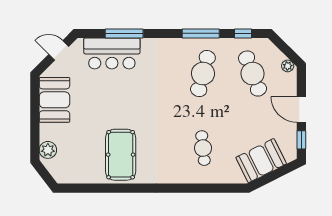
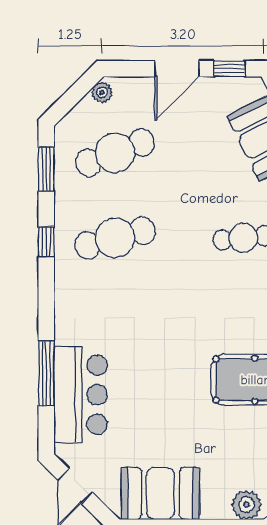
window: (201, 33) -> (46, 242), width x0.46
window: (243, 33) -> (46, 169), width x1.50
cafe table: (203, 74) -> (115, 238), turned -30

